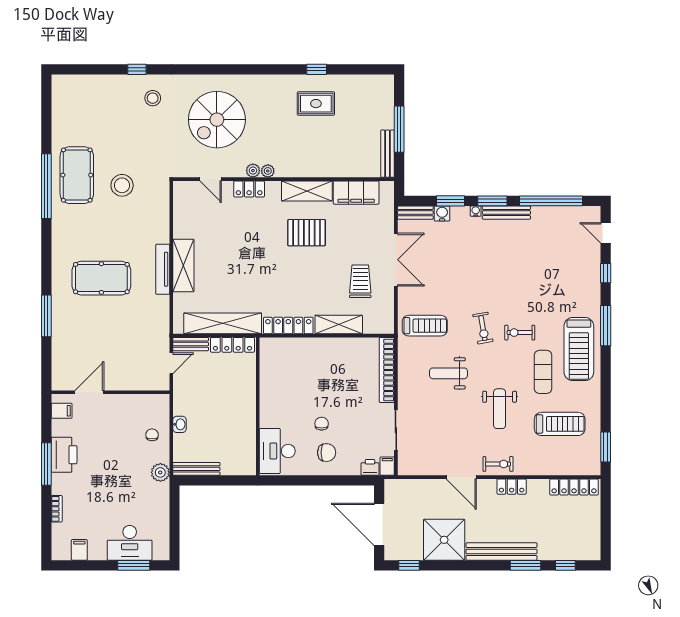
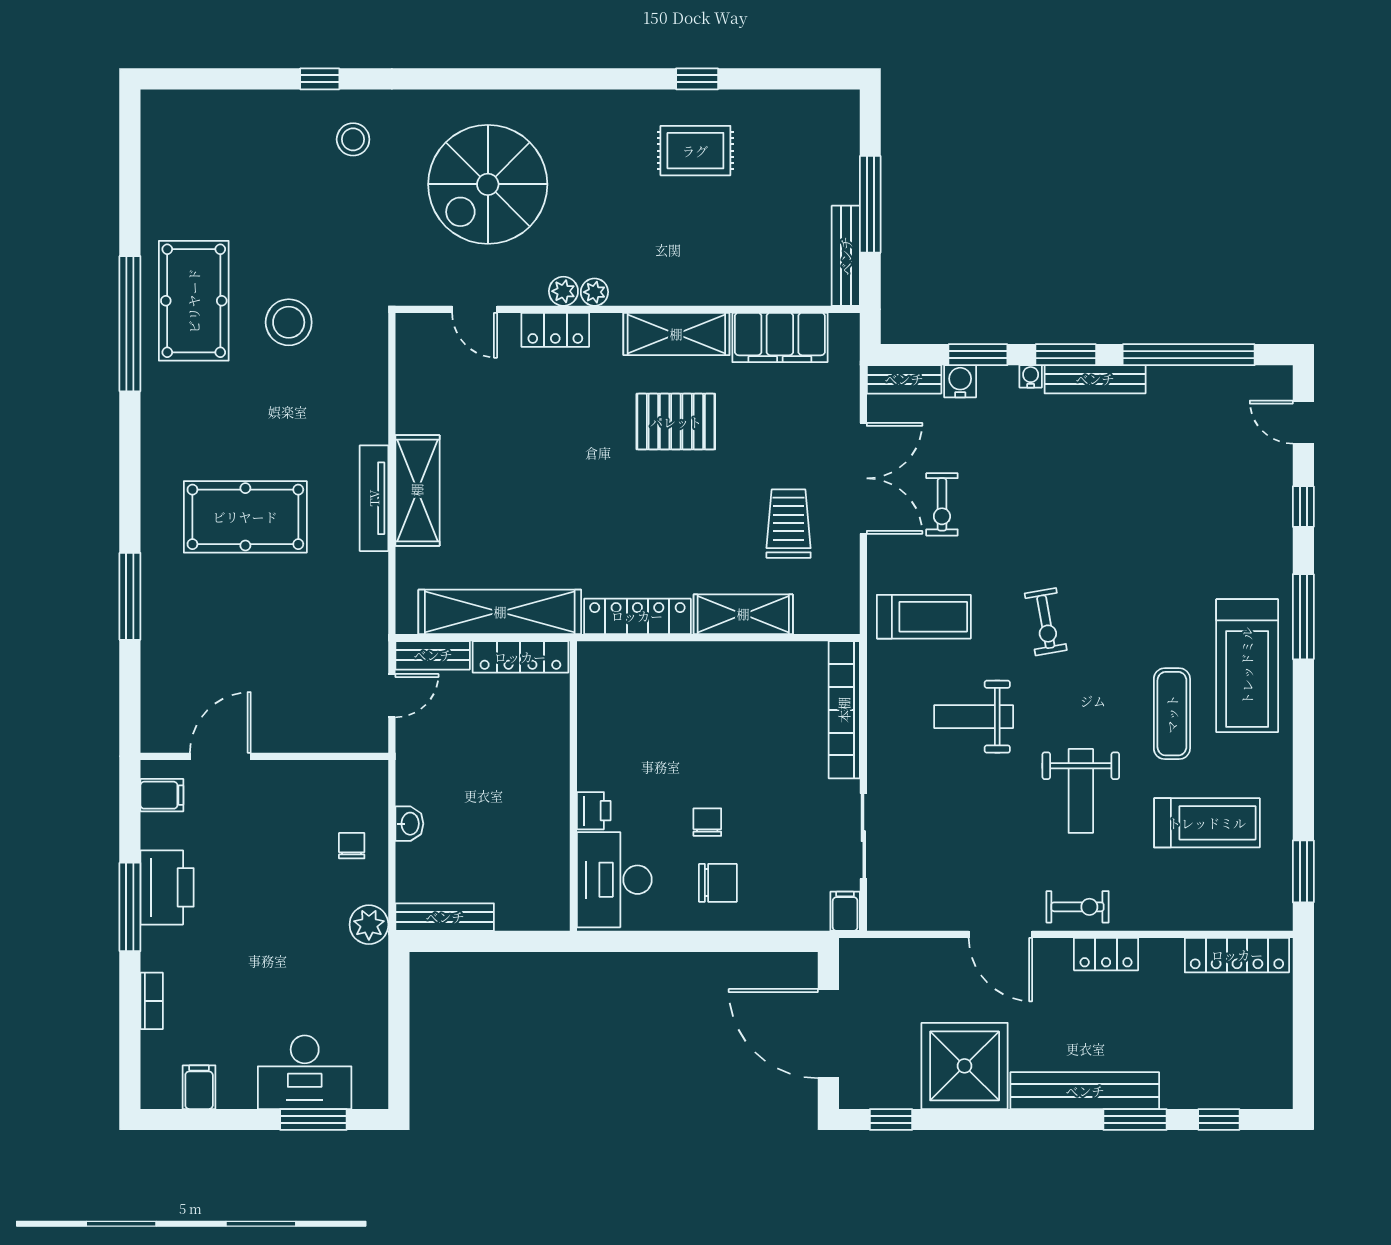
exercise bike: (520, 333) -> (942, 504), moved, turned -90
printer: (370, 467) -> (594, 811), moved, turned 90

